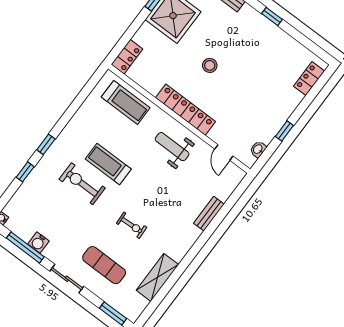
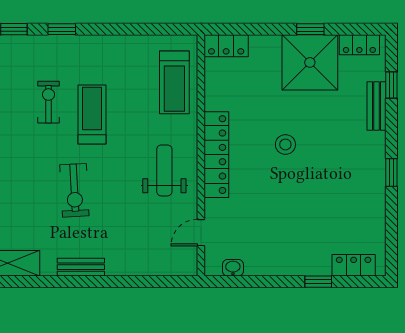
window: (284, 131) -> (318, 282), moved
exercise bike: (82, 184) -> (48, 102), width x0.73, depth x0.72
bench: (209, 214) -> (81, 267), moved
exercise bike: (132, 225) -> (74, 190), moved, width x1.38, depth x1.39

